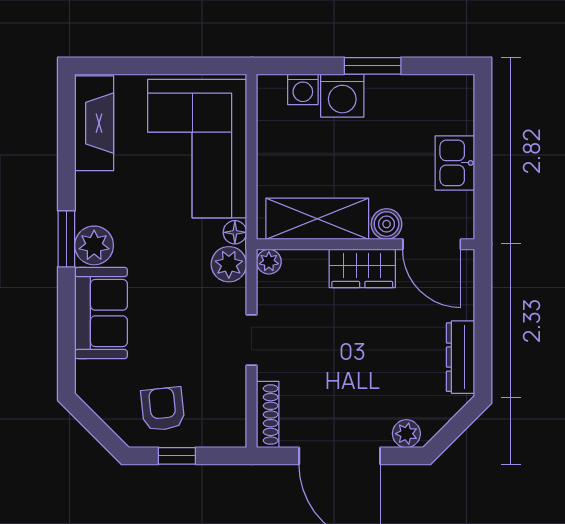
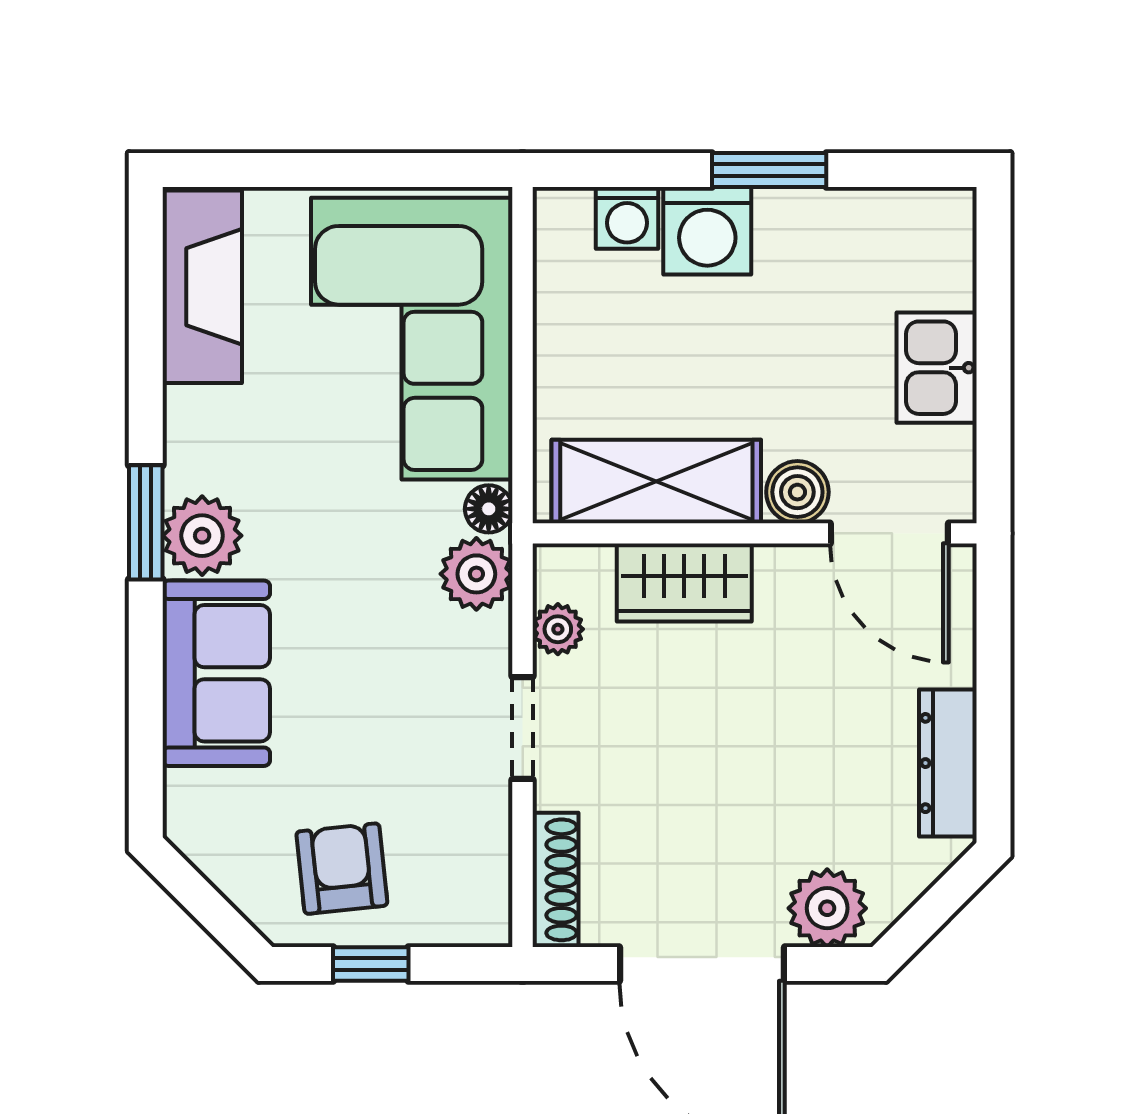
plant: (269, 262) -> (558, 629), moved
wardrobe: (362, 268) -> (684, 582), moved
plant: (406, 434) -> (827, 908), width x1.38, depth x1.38

